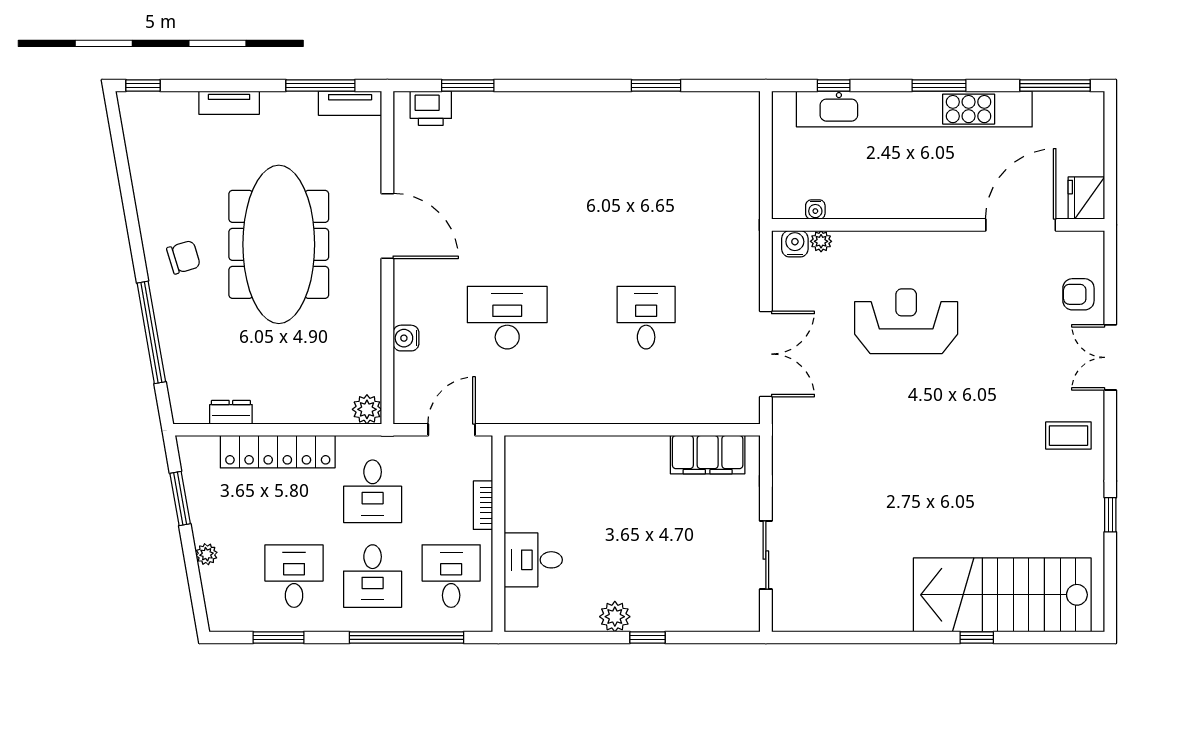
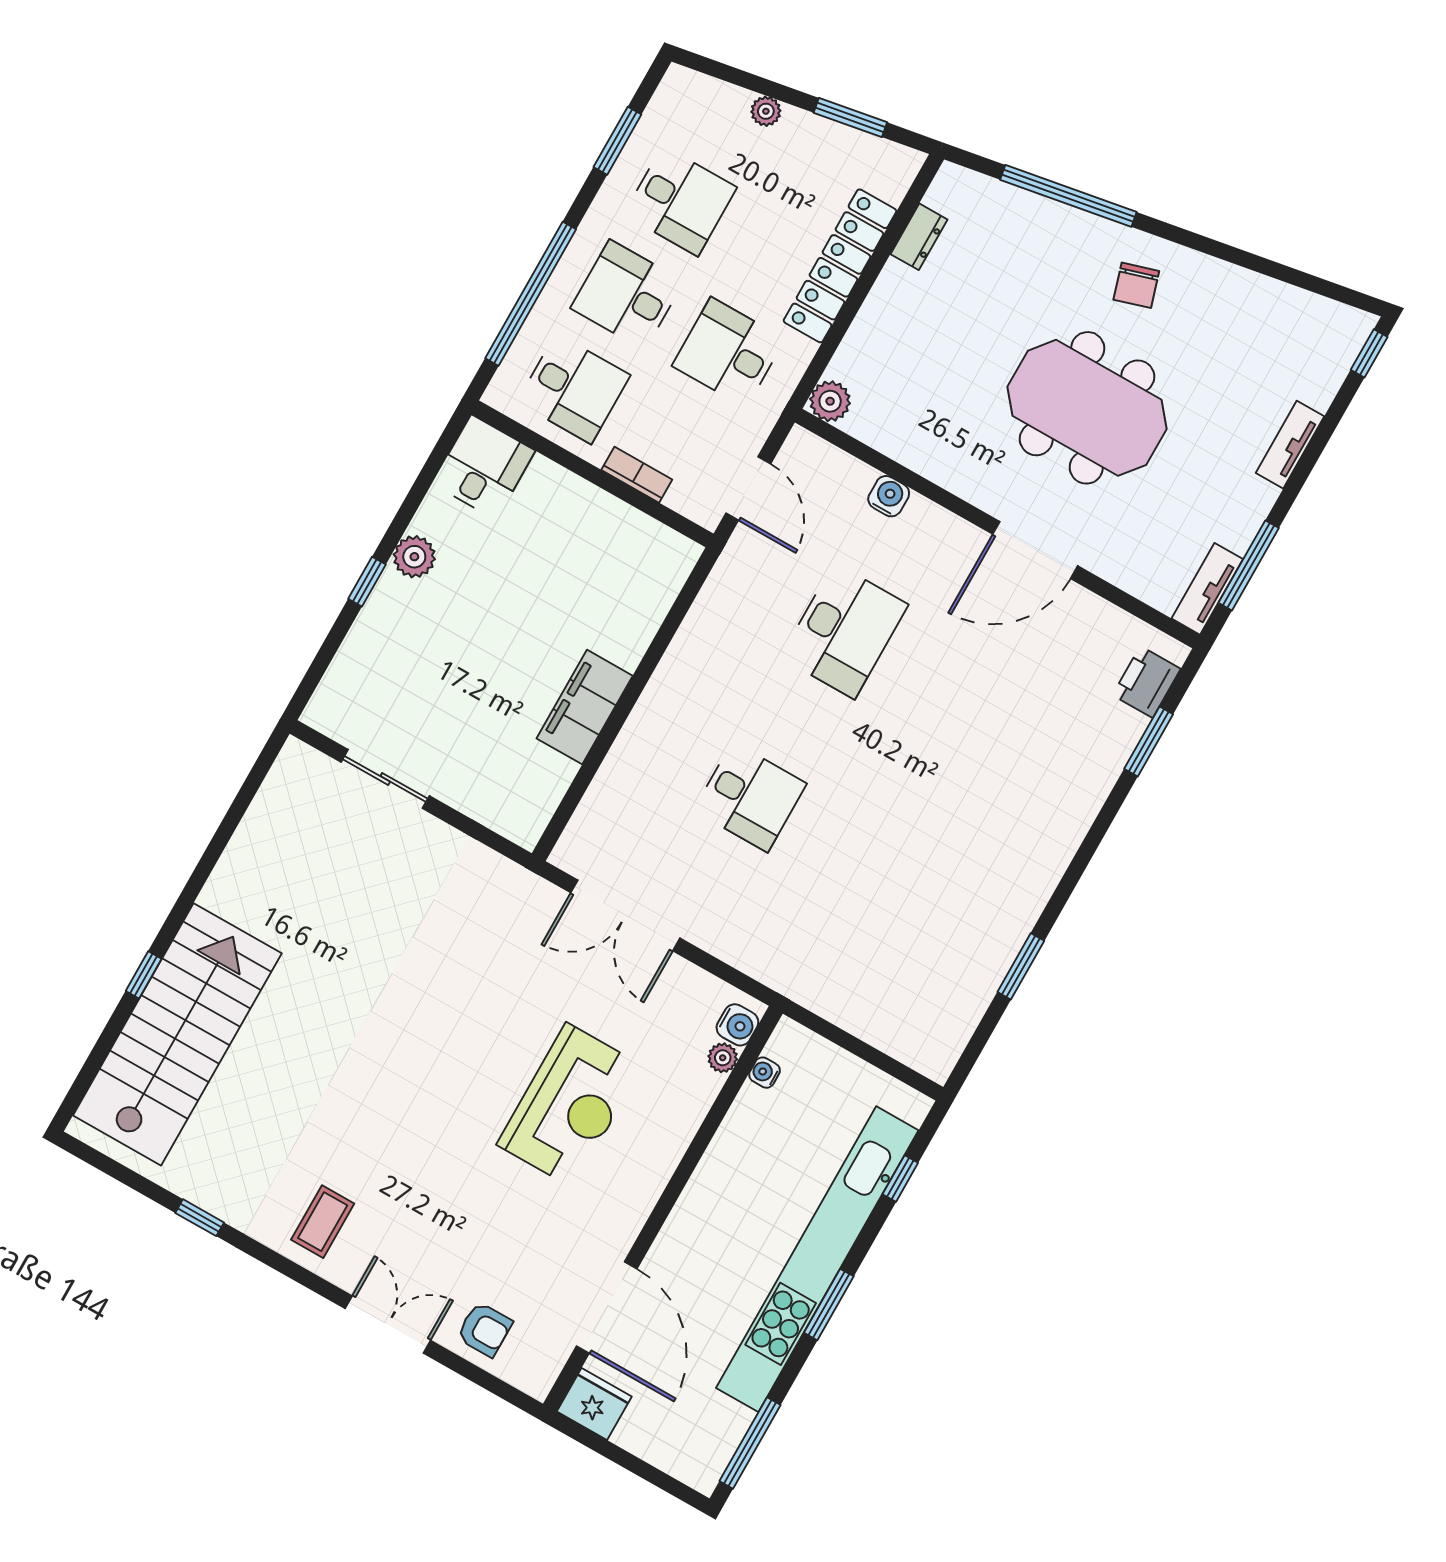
meeting table: (279, 244) -> (1087, 408), width x0.73
armchair: (1078, 294) -> (485, 1329), turned 90
filing cabinet: (708, 455) -> (585, 707), moved
desk: (533, 560) -> (484, 467), moved

